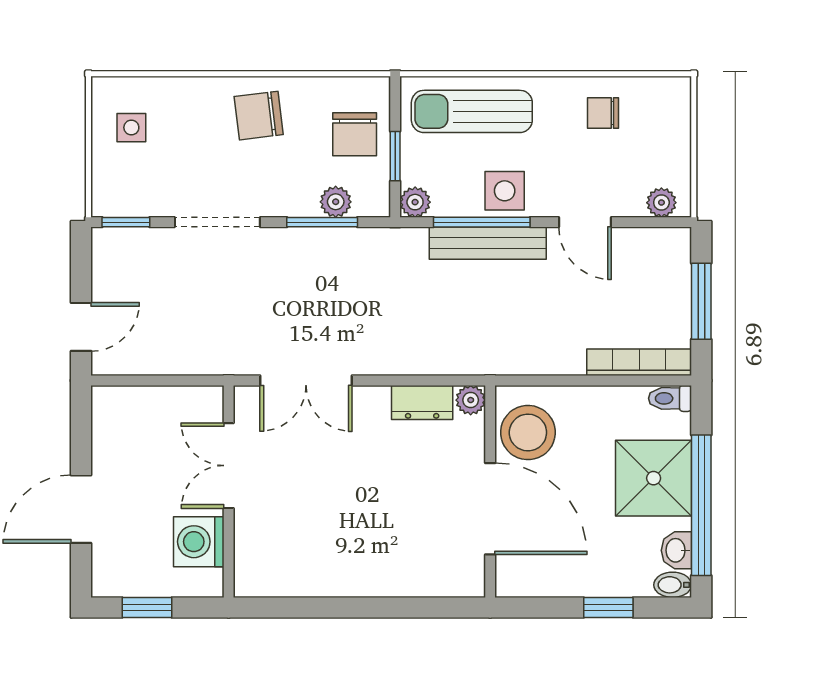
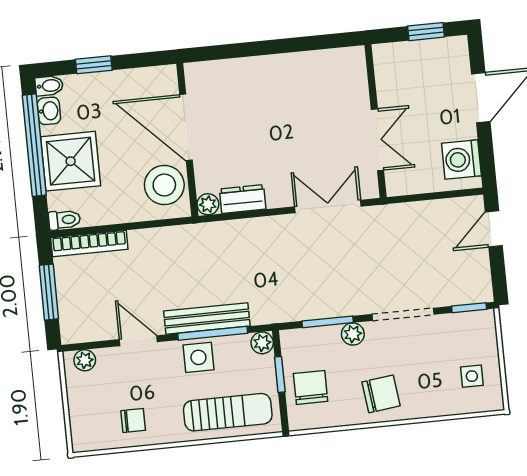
plant: (336, 202) -> (353, 334), moved
washing machine: (199, 542) -> (461, 160), moved, turned 180

